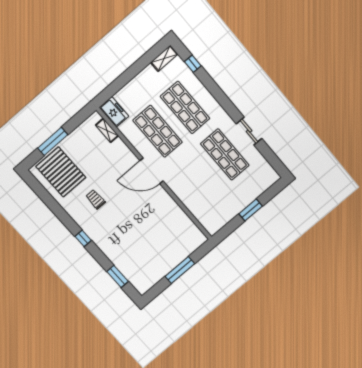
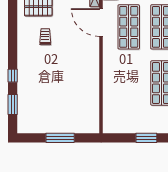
door: (152, 171) -> (101, 23), moved
window: (83, 238) -> (13, 76), moved

